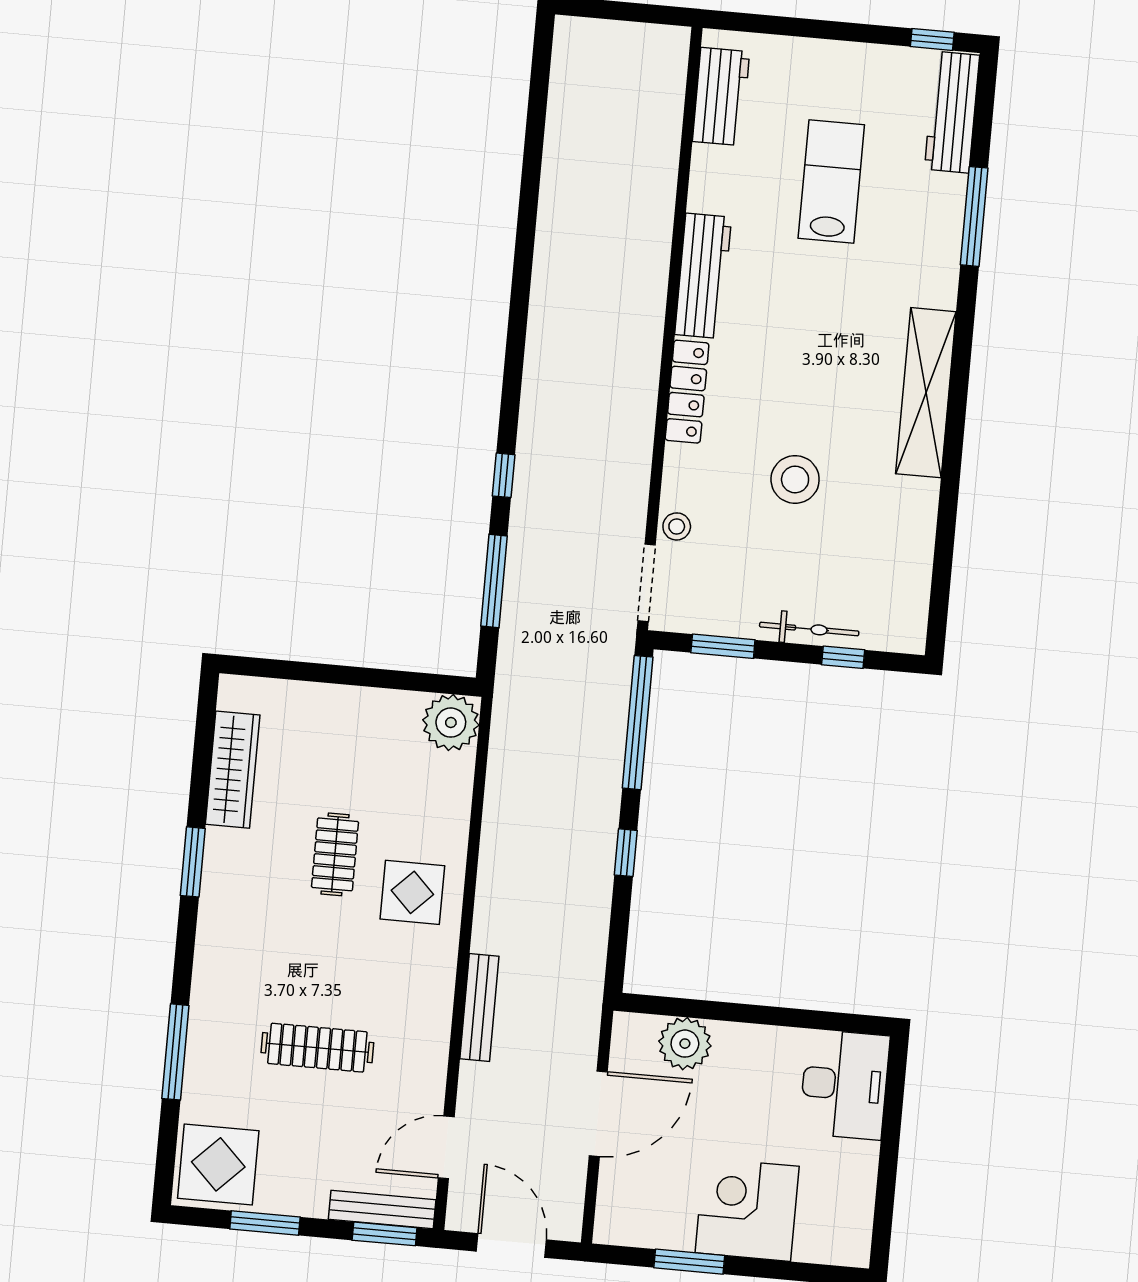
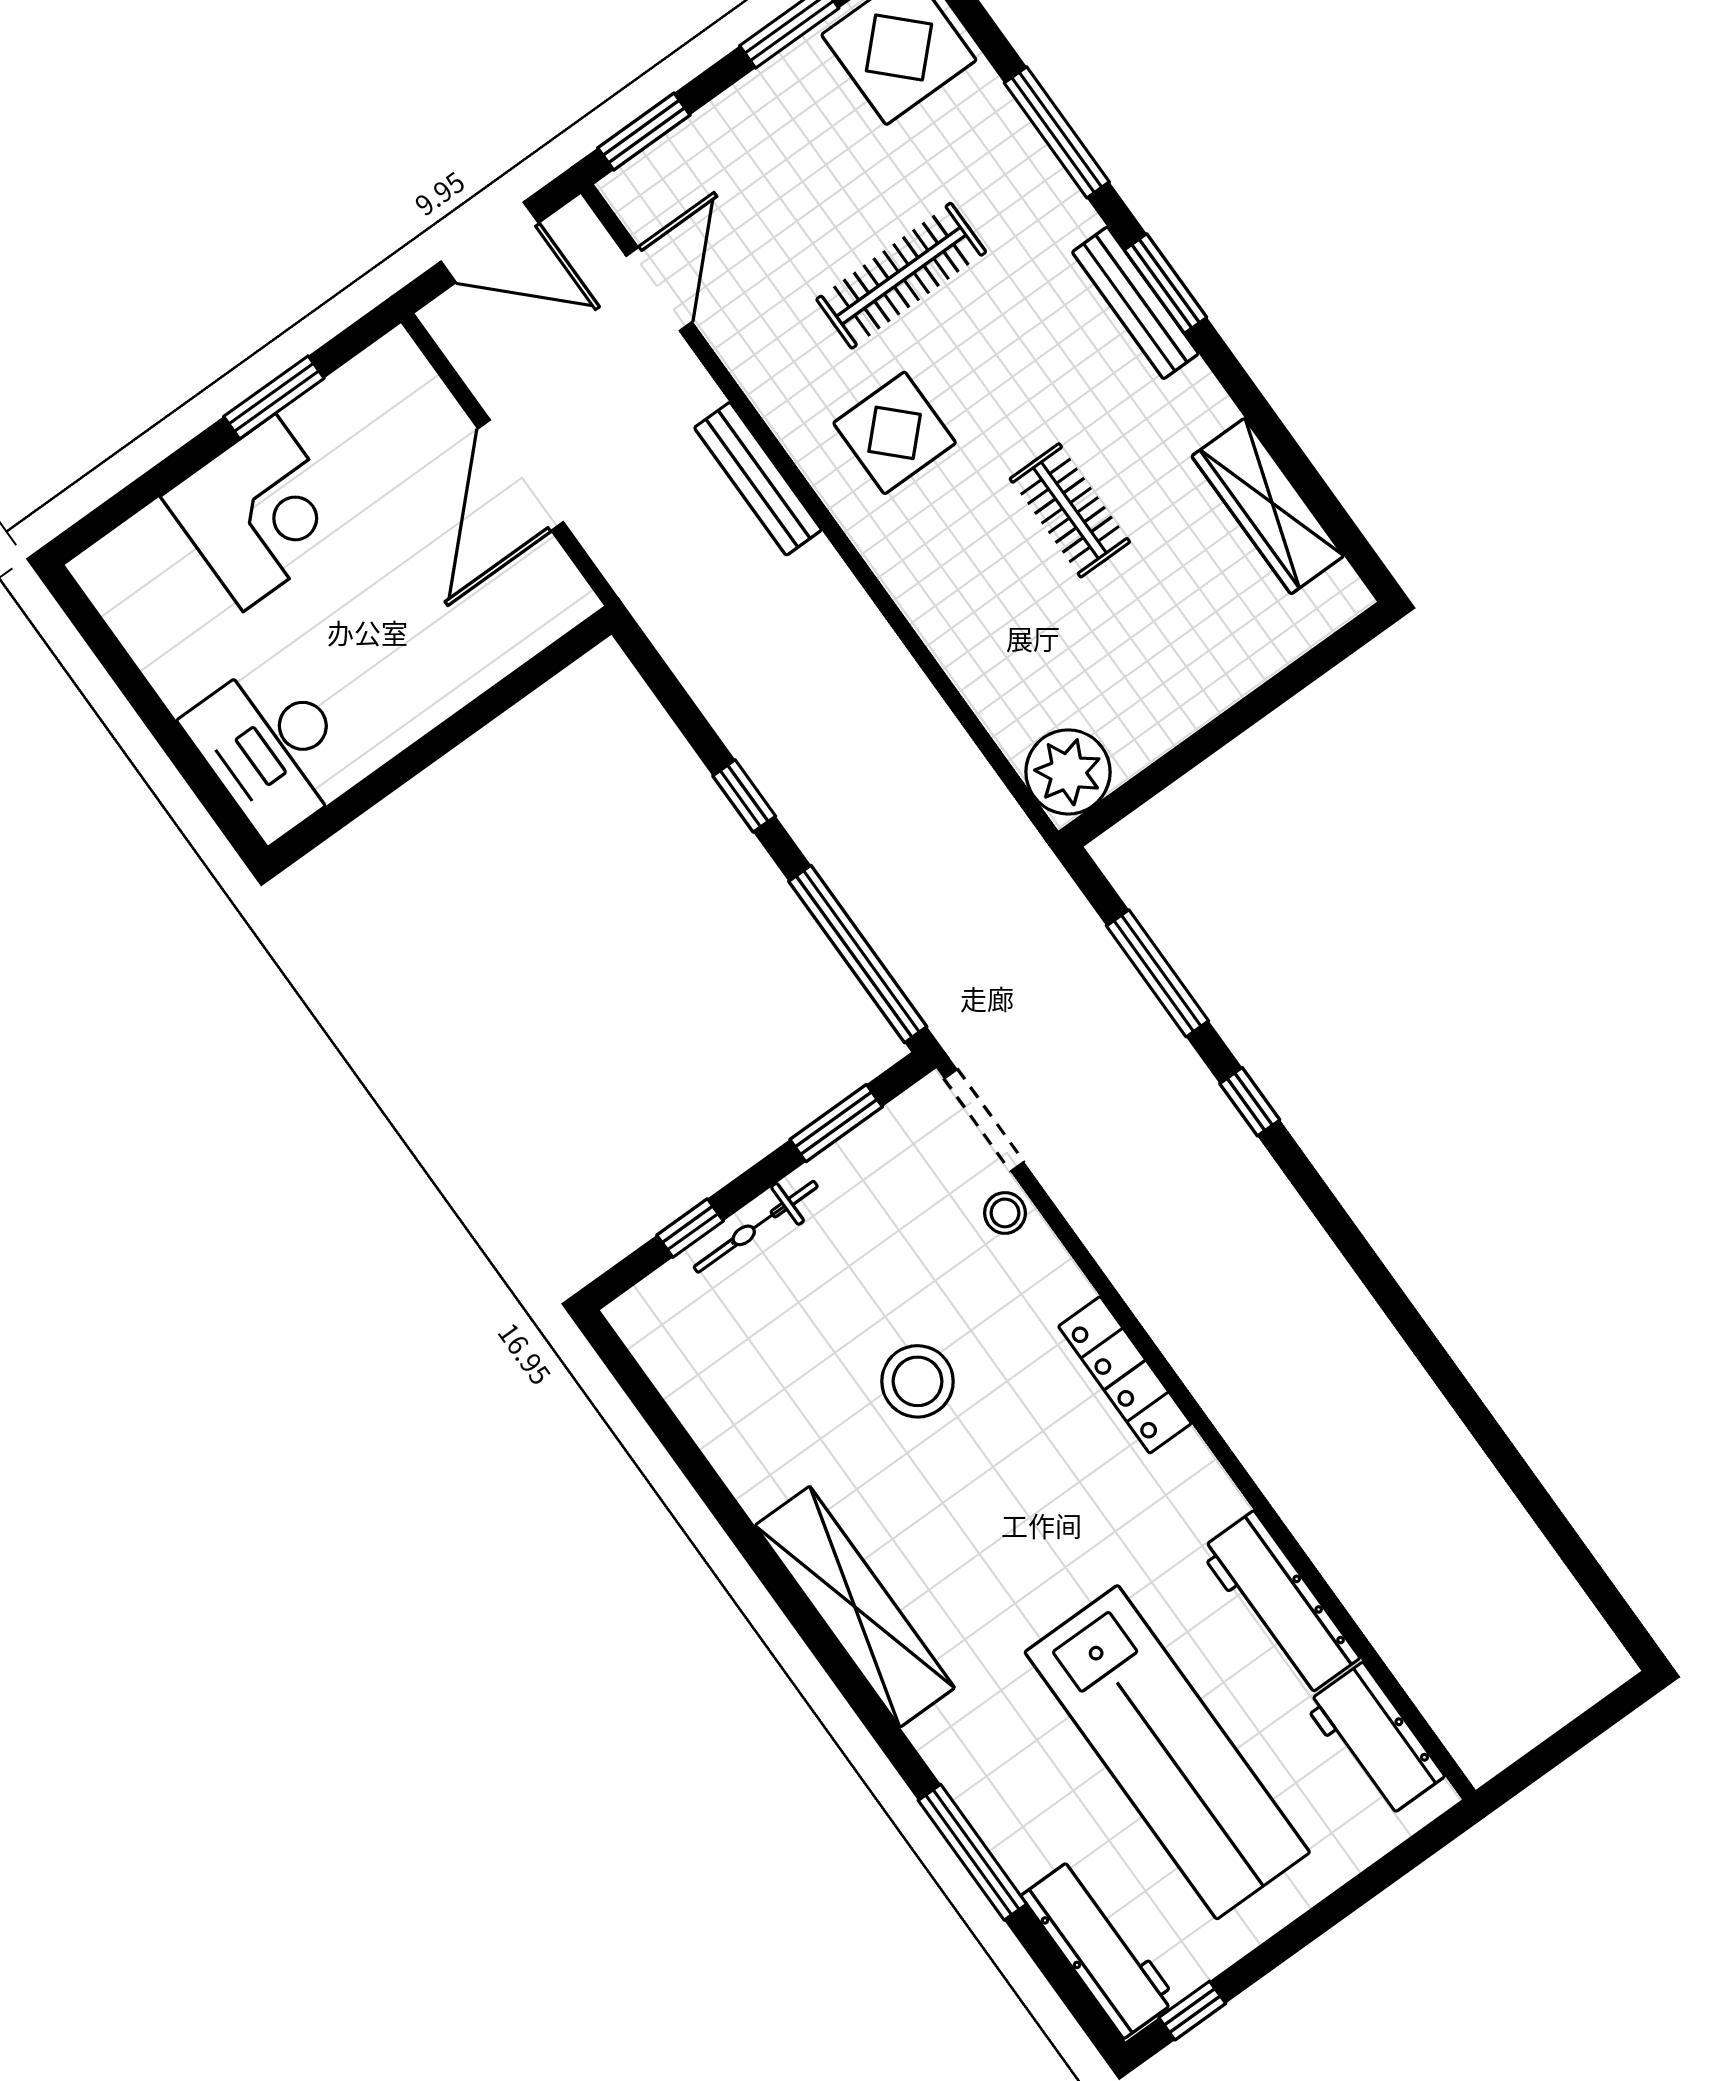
lab bench: (831, 182) -> (1167, 1752), width x1.86, depth x1.39
workbench: (703, 276) -> (1279, 1604), moved
window: (193, 862) -> (1165, 284), moved
display table: (412, 892) -> (895, 433), moved
plant: (685, 1044) -> (491, 639), removed
bench: (382, 1210) -> (1135, 303), moved, turned 90

